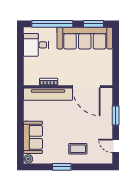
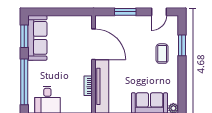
sofa: (85, 38) -> (37, 38), width x0.74, depth x0.79
door: (86, 87) -> (93, 44), hinge flipped
window: (62, 167) -> (182, 45), moved

